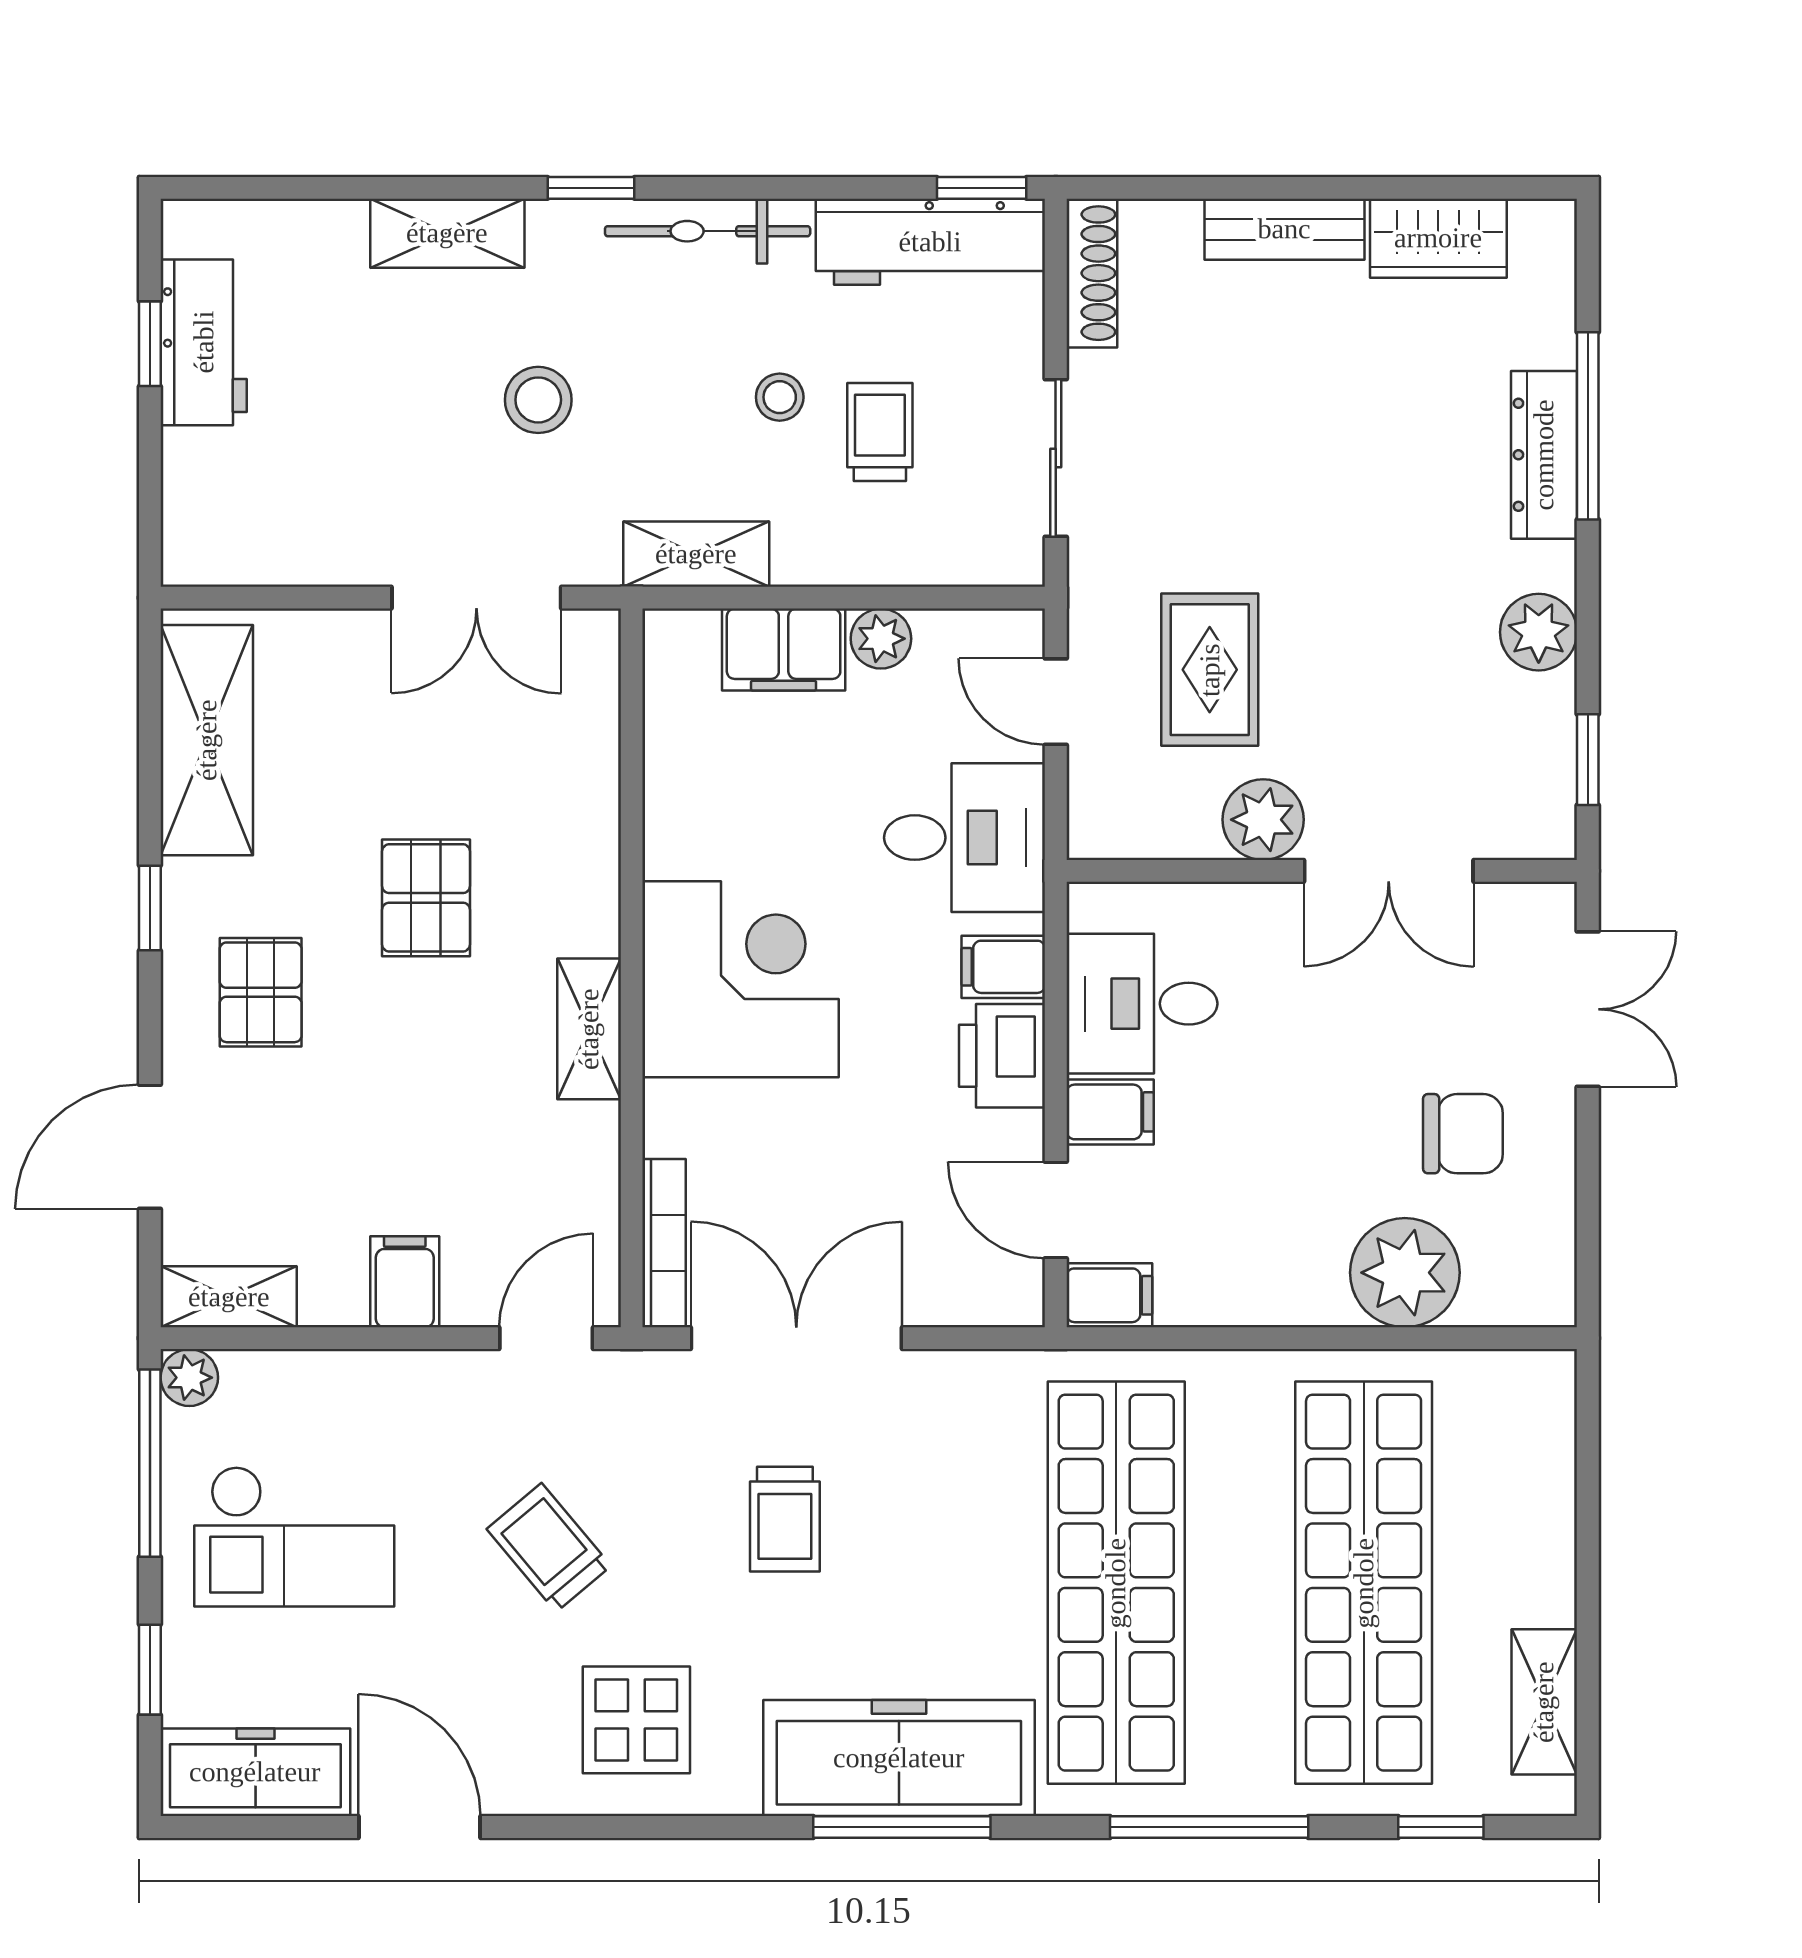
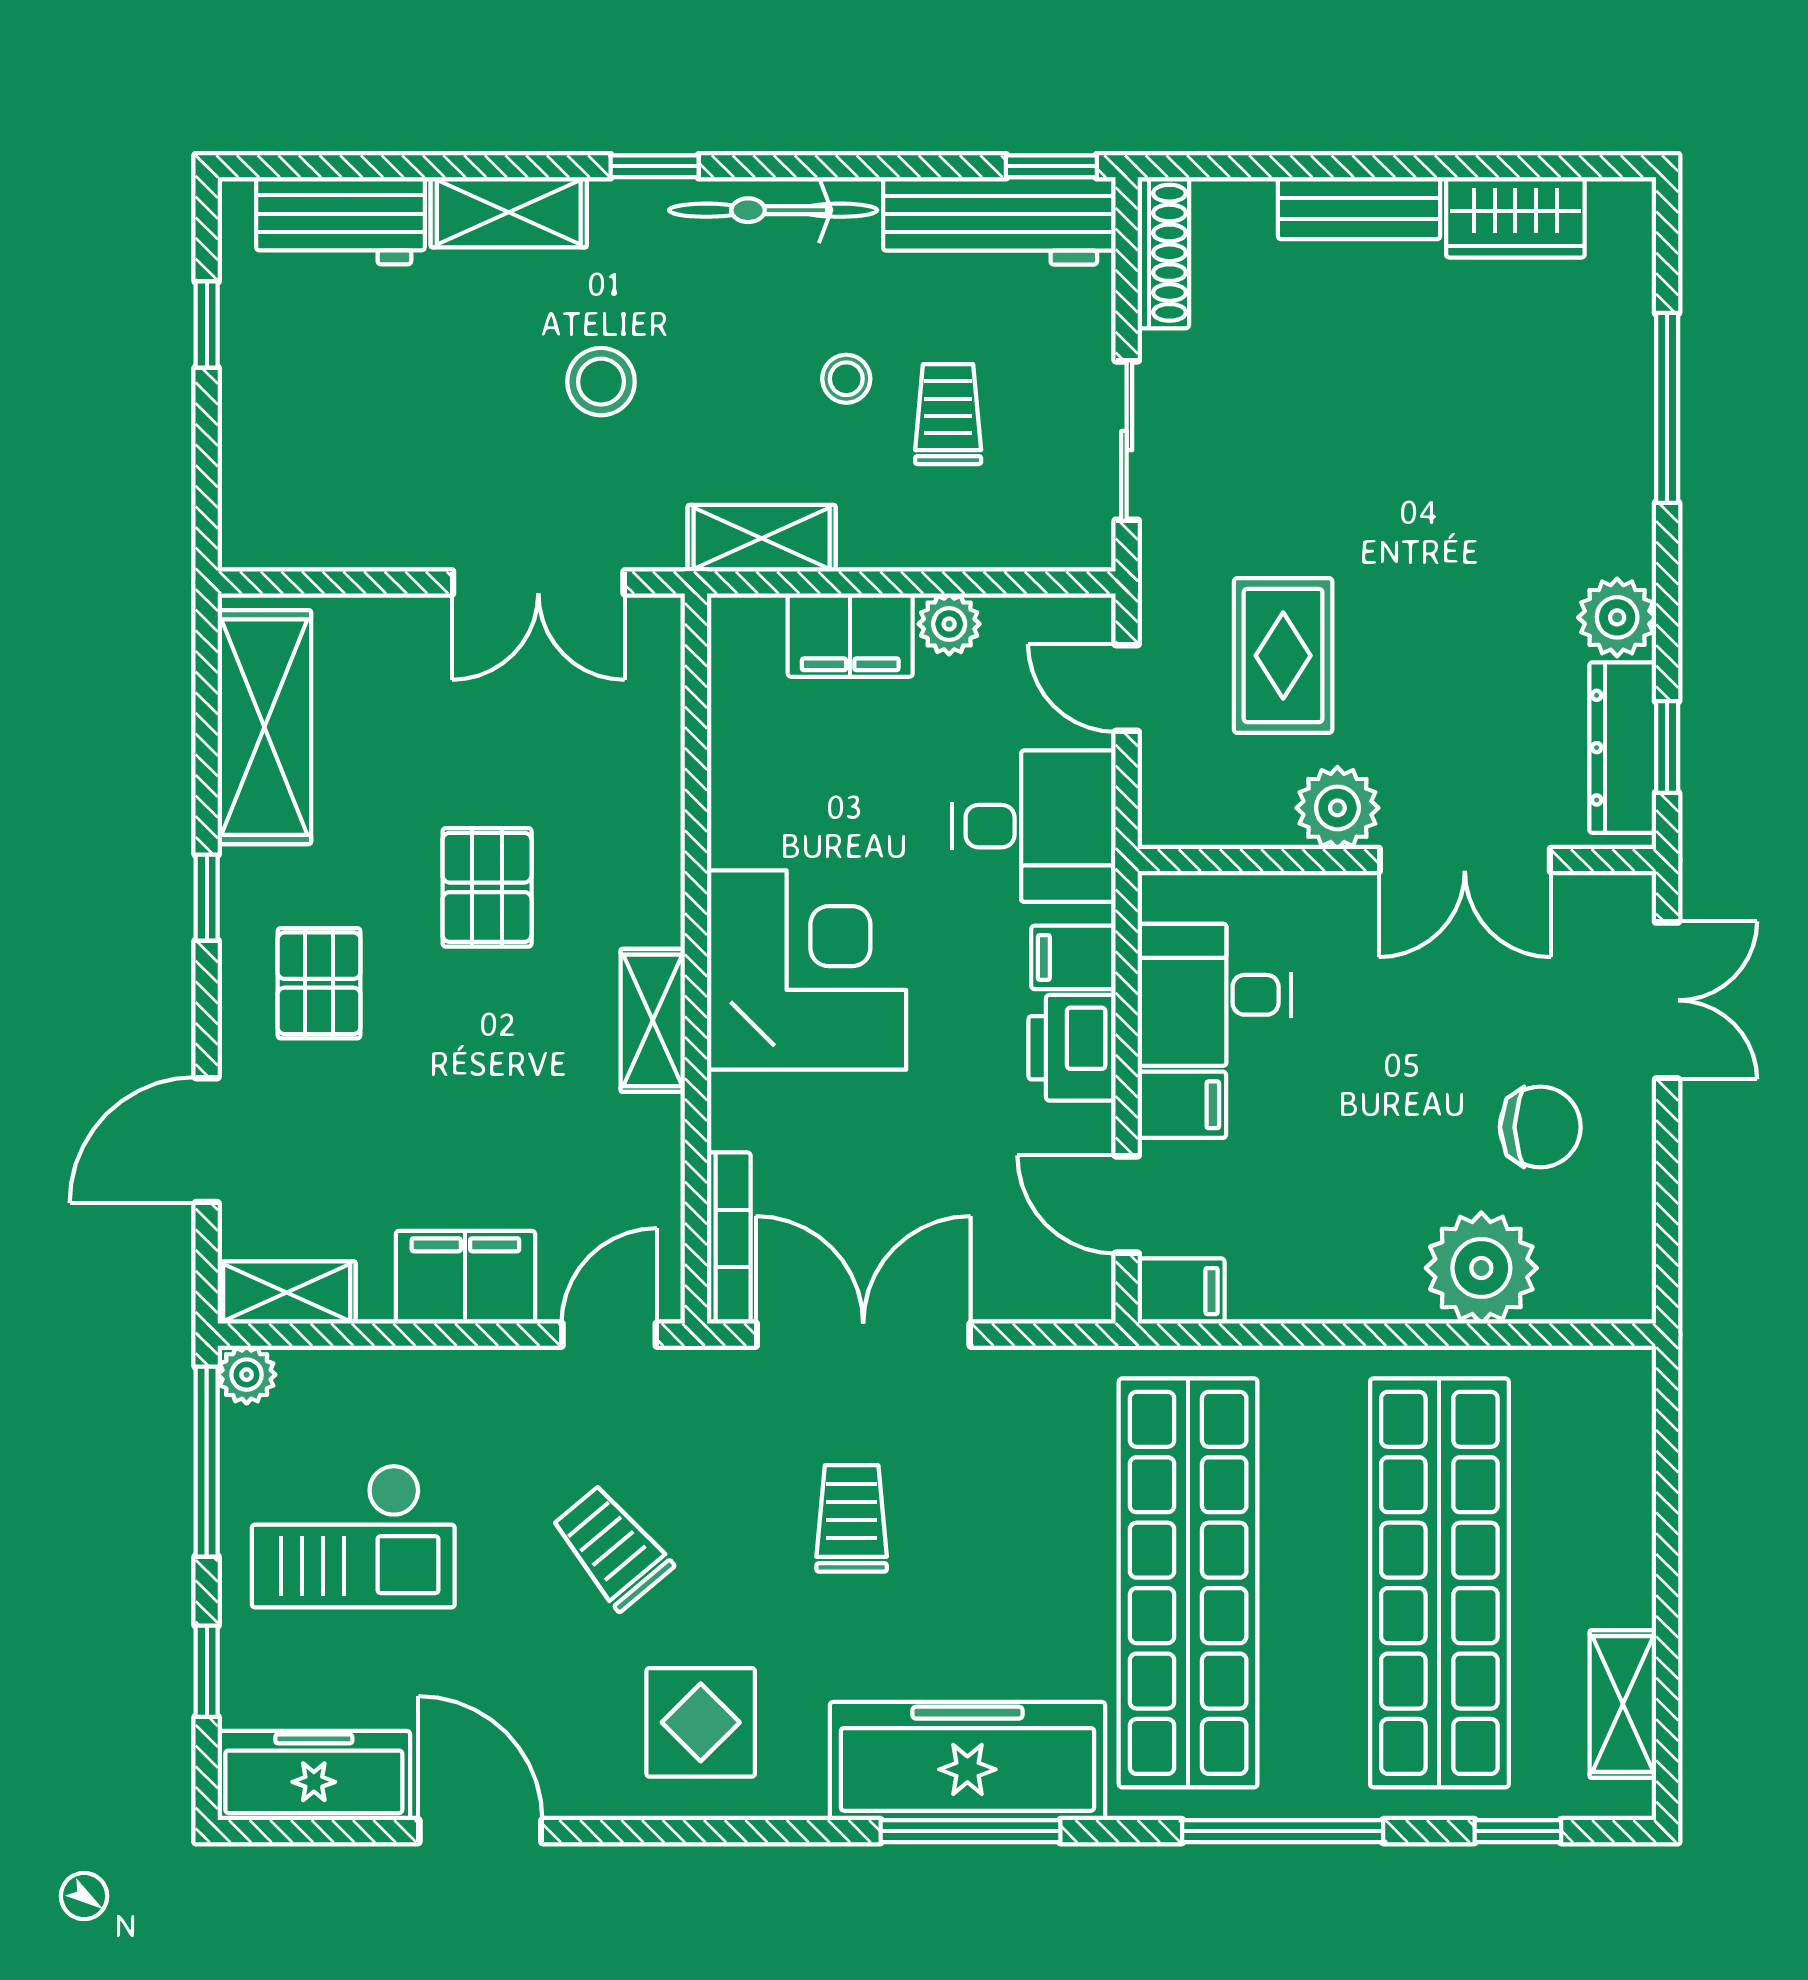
workbench: (204, 342) -> (340, 221), moved, turned 90
dresser: (1544, 455) -> (1623, 748), moved
filing cabinet: (405, 1282) -> (465, 1277), width x2.00
trolley: (785, 1519) -> (852, 1518), turned 180

